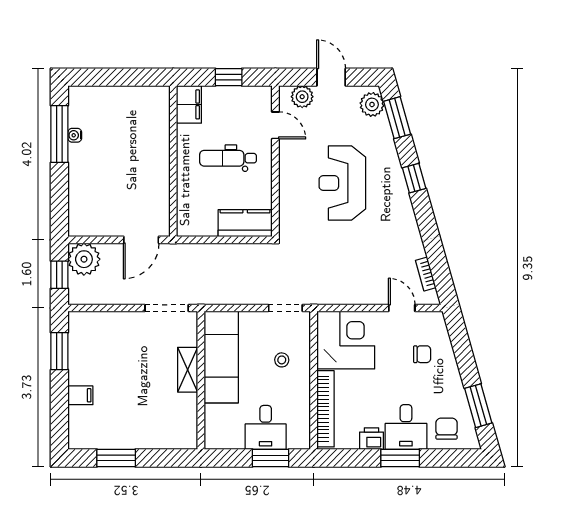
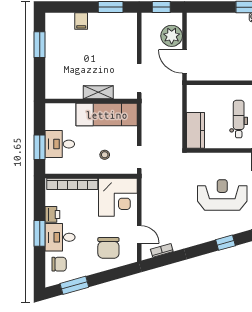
plant: (84, 259) -> (172, 36), moved
door: (402, 308) -> (139, 234), hinge flipped
chair: (422, 354) -> (108, 248), width x1.87, depth x1.87

